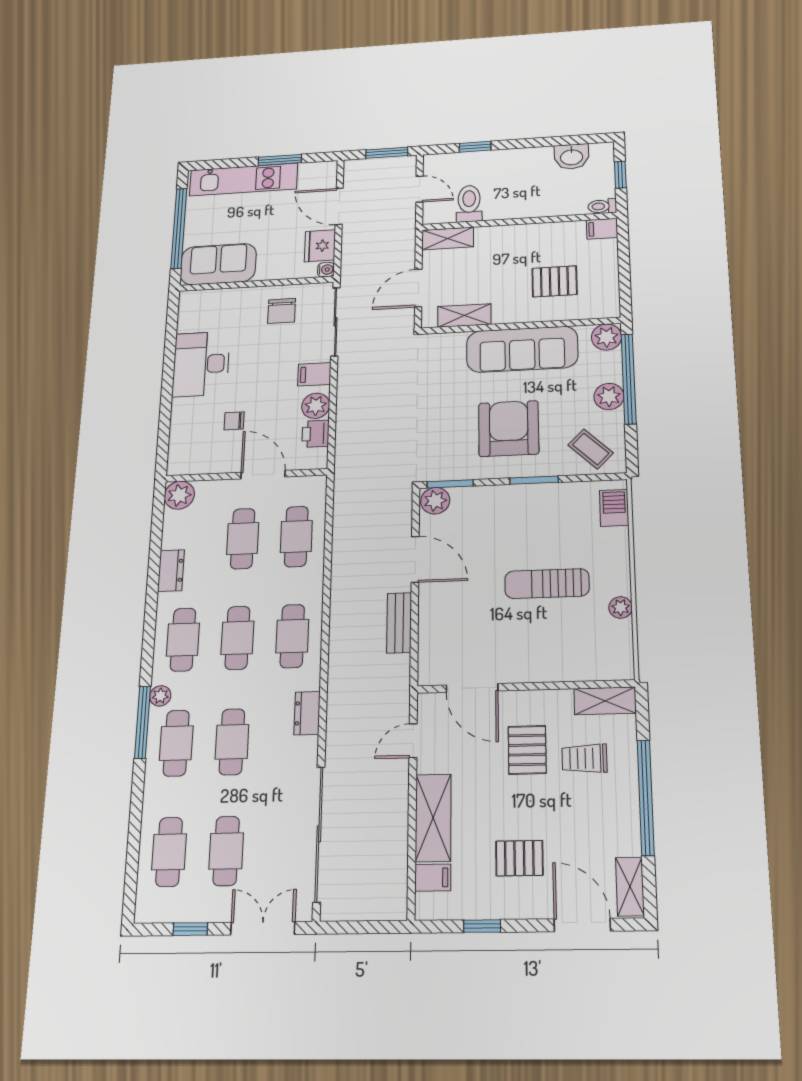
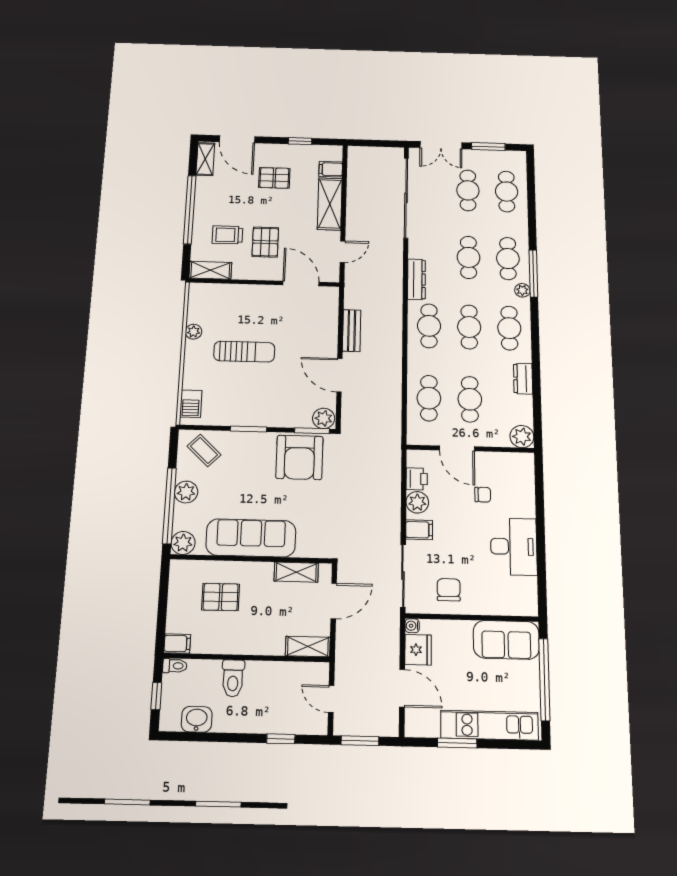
toilet: (469, 204) -> (233, 678), moved
armchair: (509, 429) -> (299, 457), moved
dresser: (307, 713) -> (416, 279), width x1.44
trolley: (584, 758) -> (227, 235), turned 180
window: (190, 929) -> (488, 147), width x1.50

